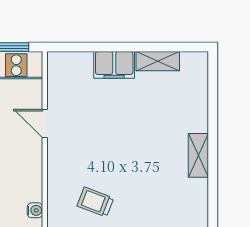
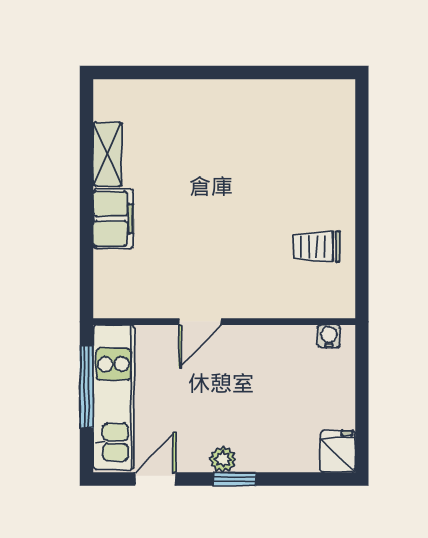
shelving: (198, 155) -> (247, 94), removed
trolley: (95, 202) -> (316, 247), turned 69

